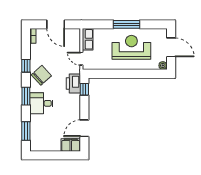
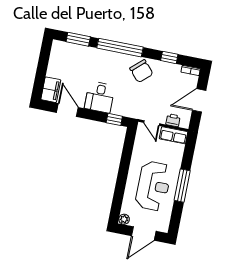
door: (81, 59) -> (152, 123), swing flipped
window: (26, 66) -> (169, 57), moved
printer: (73, 83) -> (173, 120), moved, width x0.53, depth x0.68
window: (26, 96) -> (120, 48), width x2.11
desk: (41, 103) -> (100, 97), moved, turned 180

